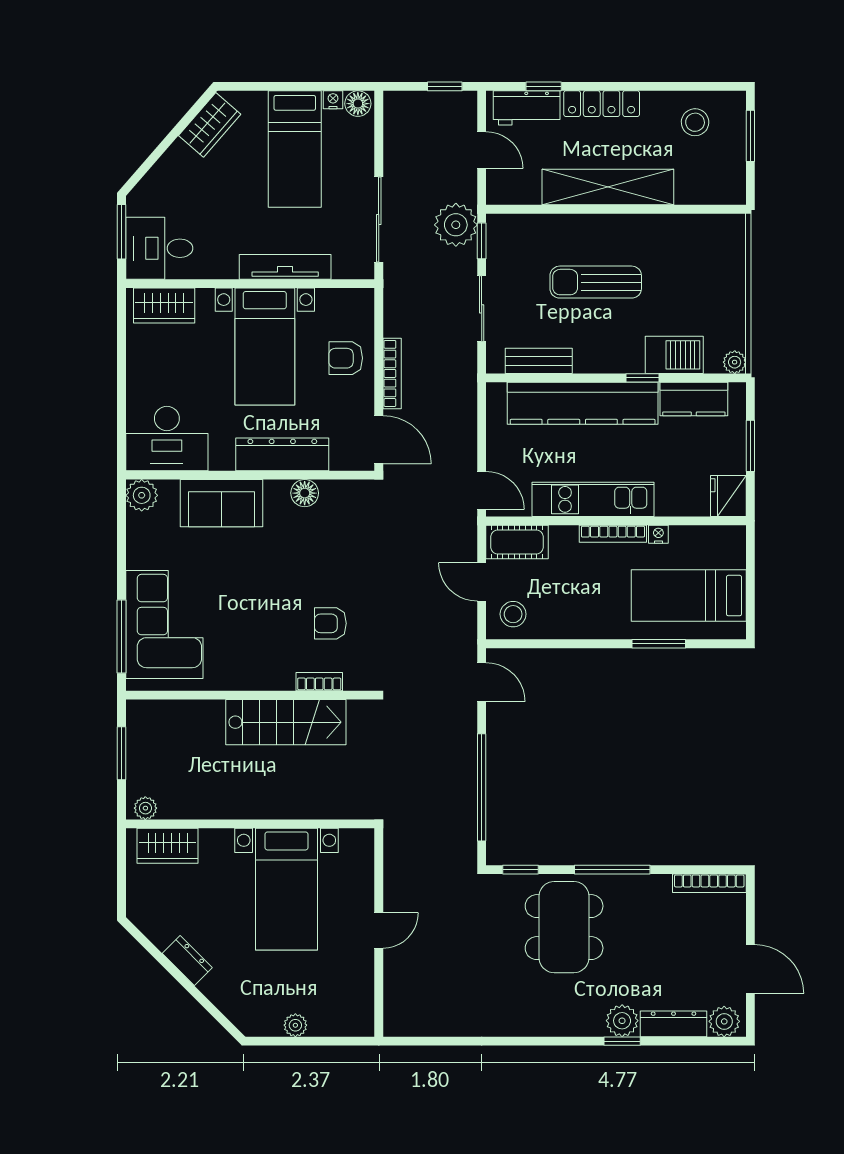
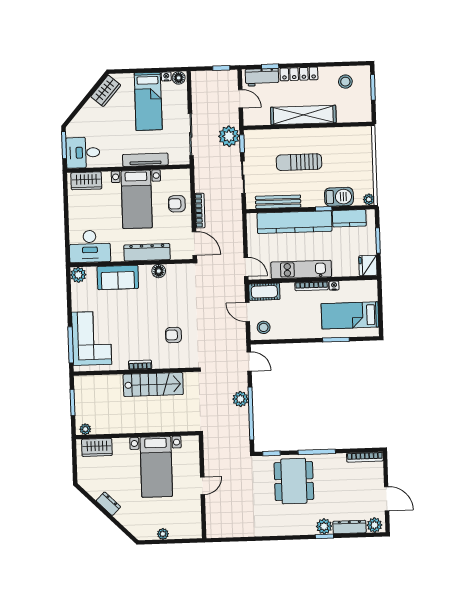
bench: (539, 361) -> (278, 202), width x1.36
bookcase: (319, 682) -> (140, 365), moved
plant: (461, 757) -> (240, 399), added

